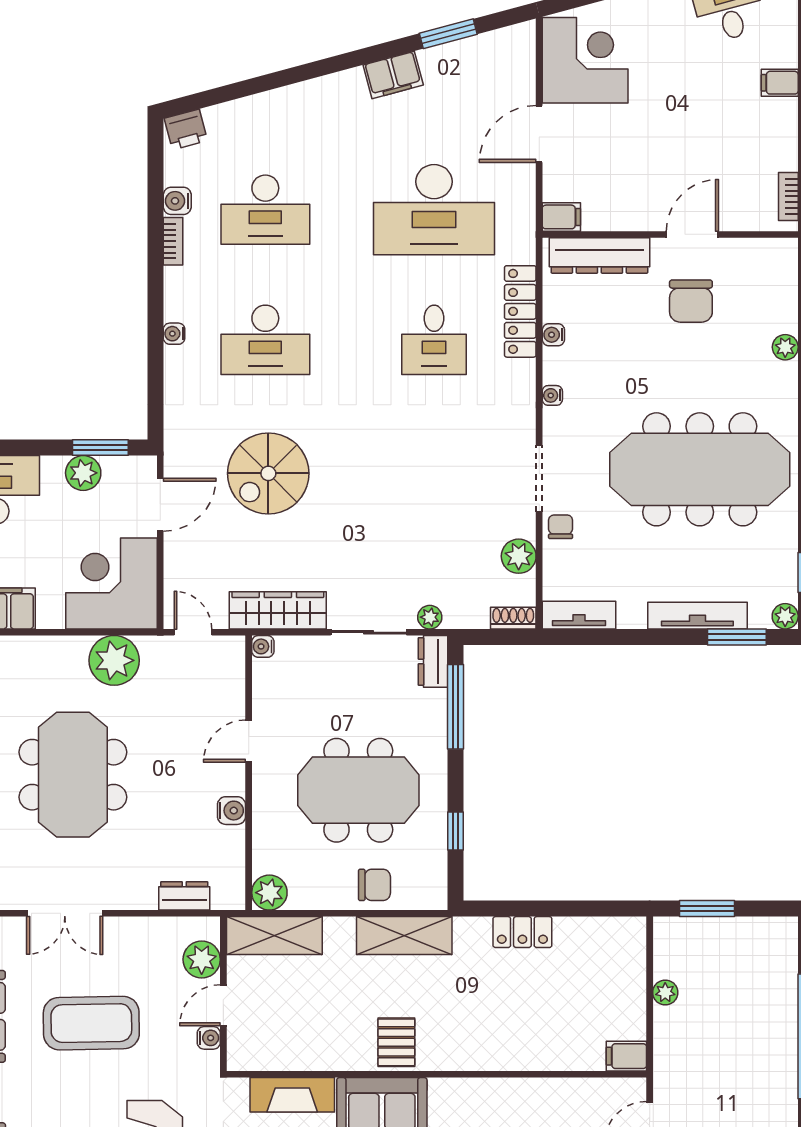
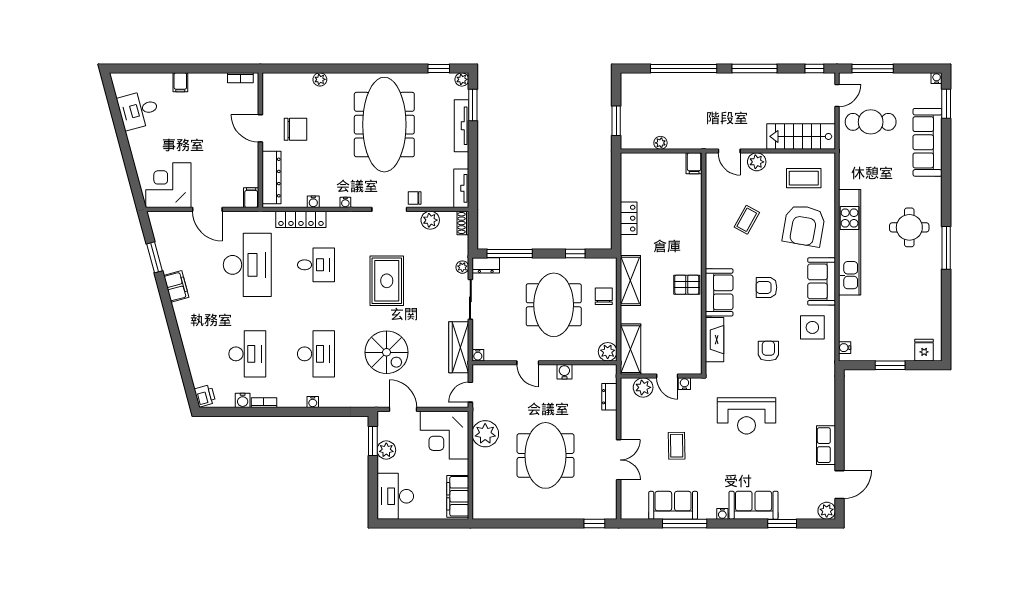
rug: (404, 474) -> (387, 281), added
meeting table: (73, 775) -> (546, 455), turned 90
coffee table: (91, 1023) -> (677, 446), width x0.54, depth x0.58

